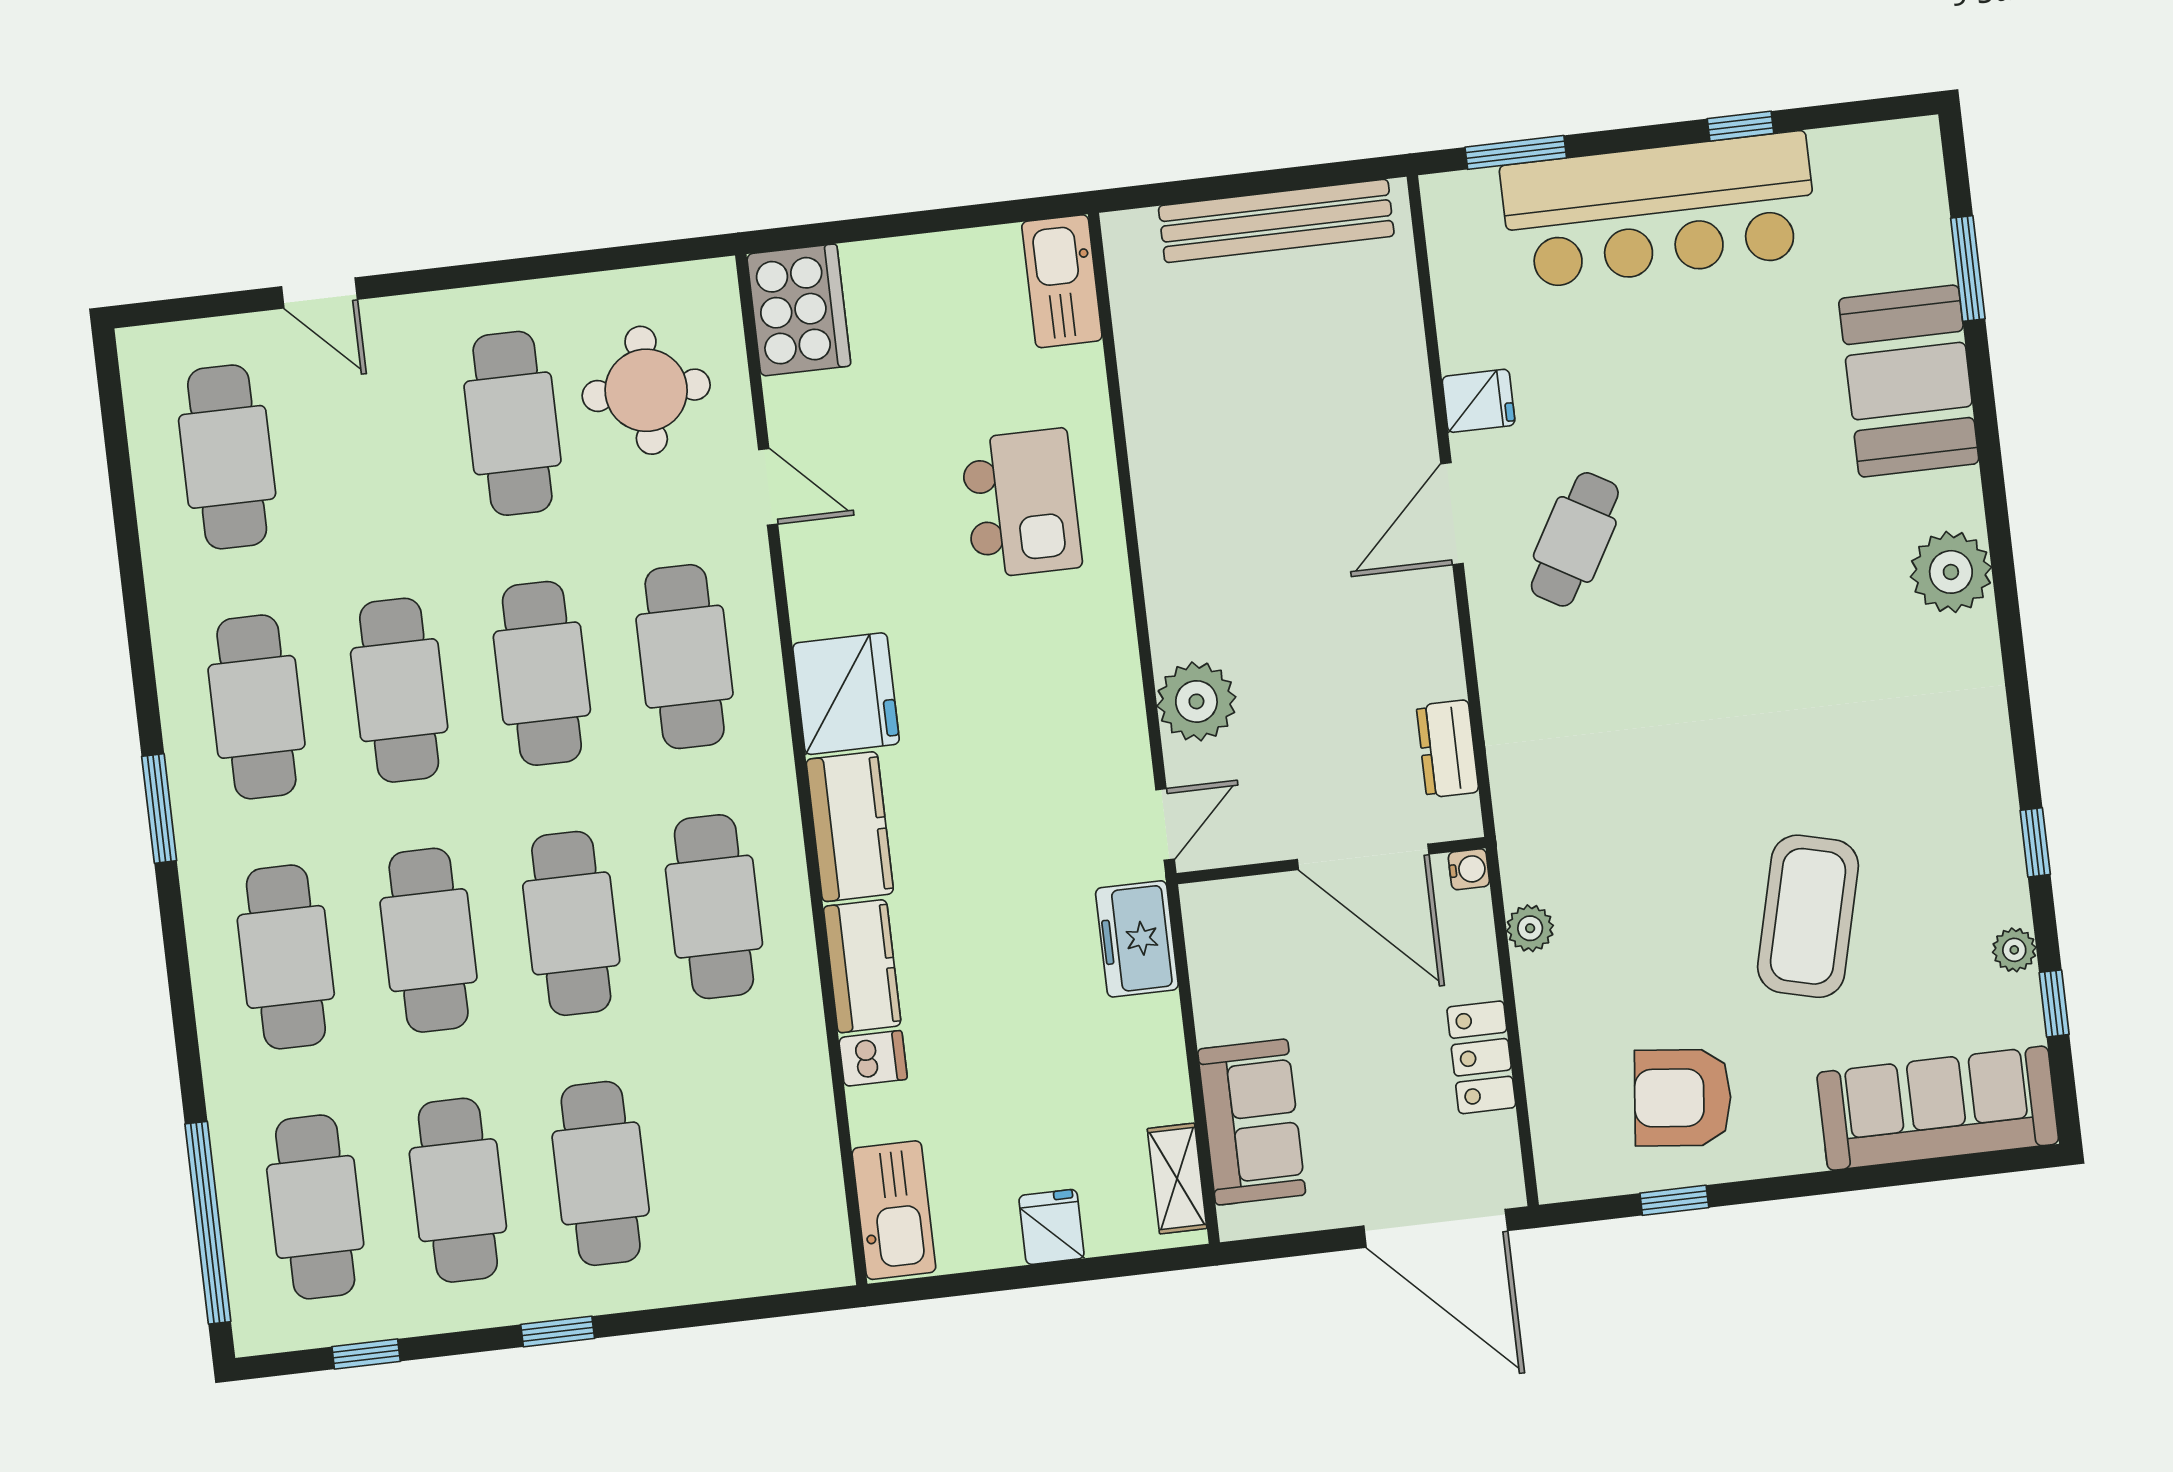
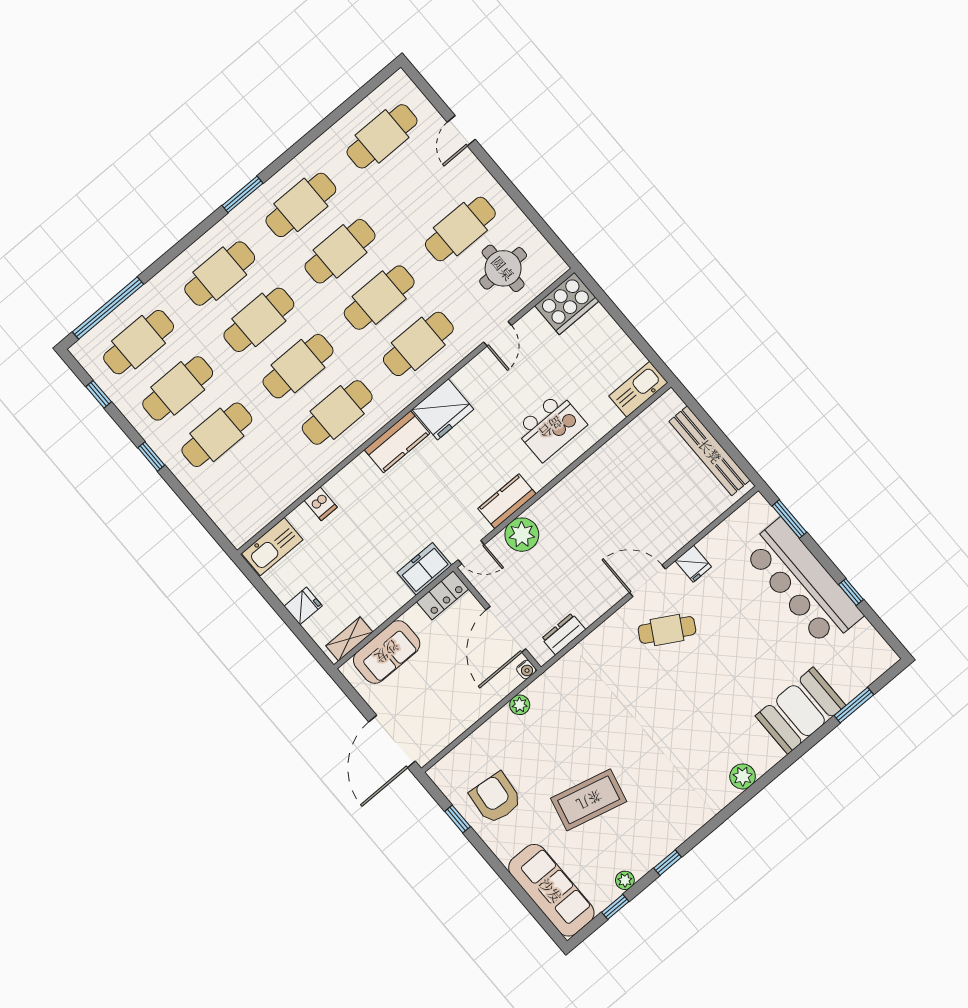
plant: (1951, 572) -> (743, 776), width x0.73, depth x0.73
kitchen counter: (862, 966) -> (507, 501), moved, turned 180
locker: (1481, 1057) -> (443, 595), moved, turned 180

